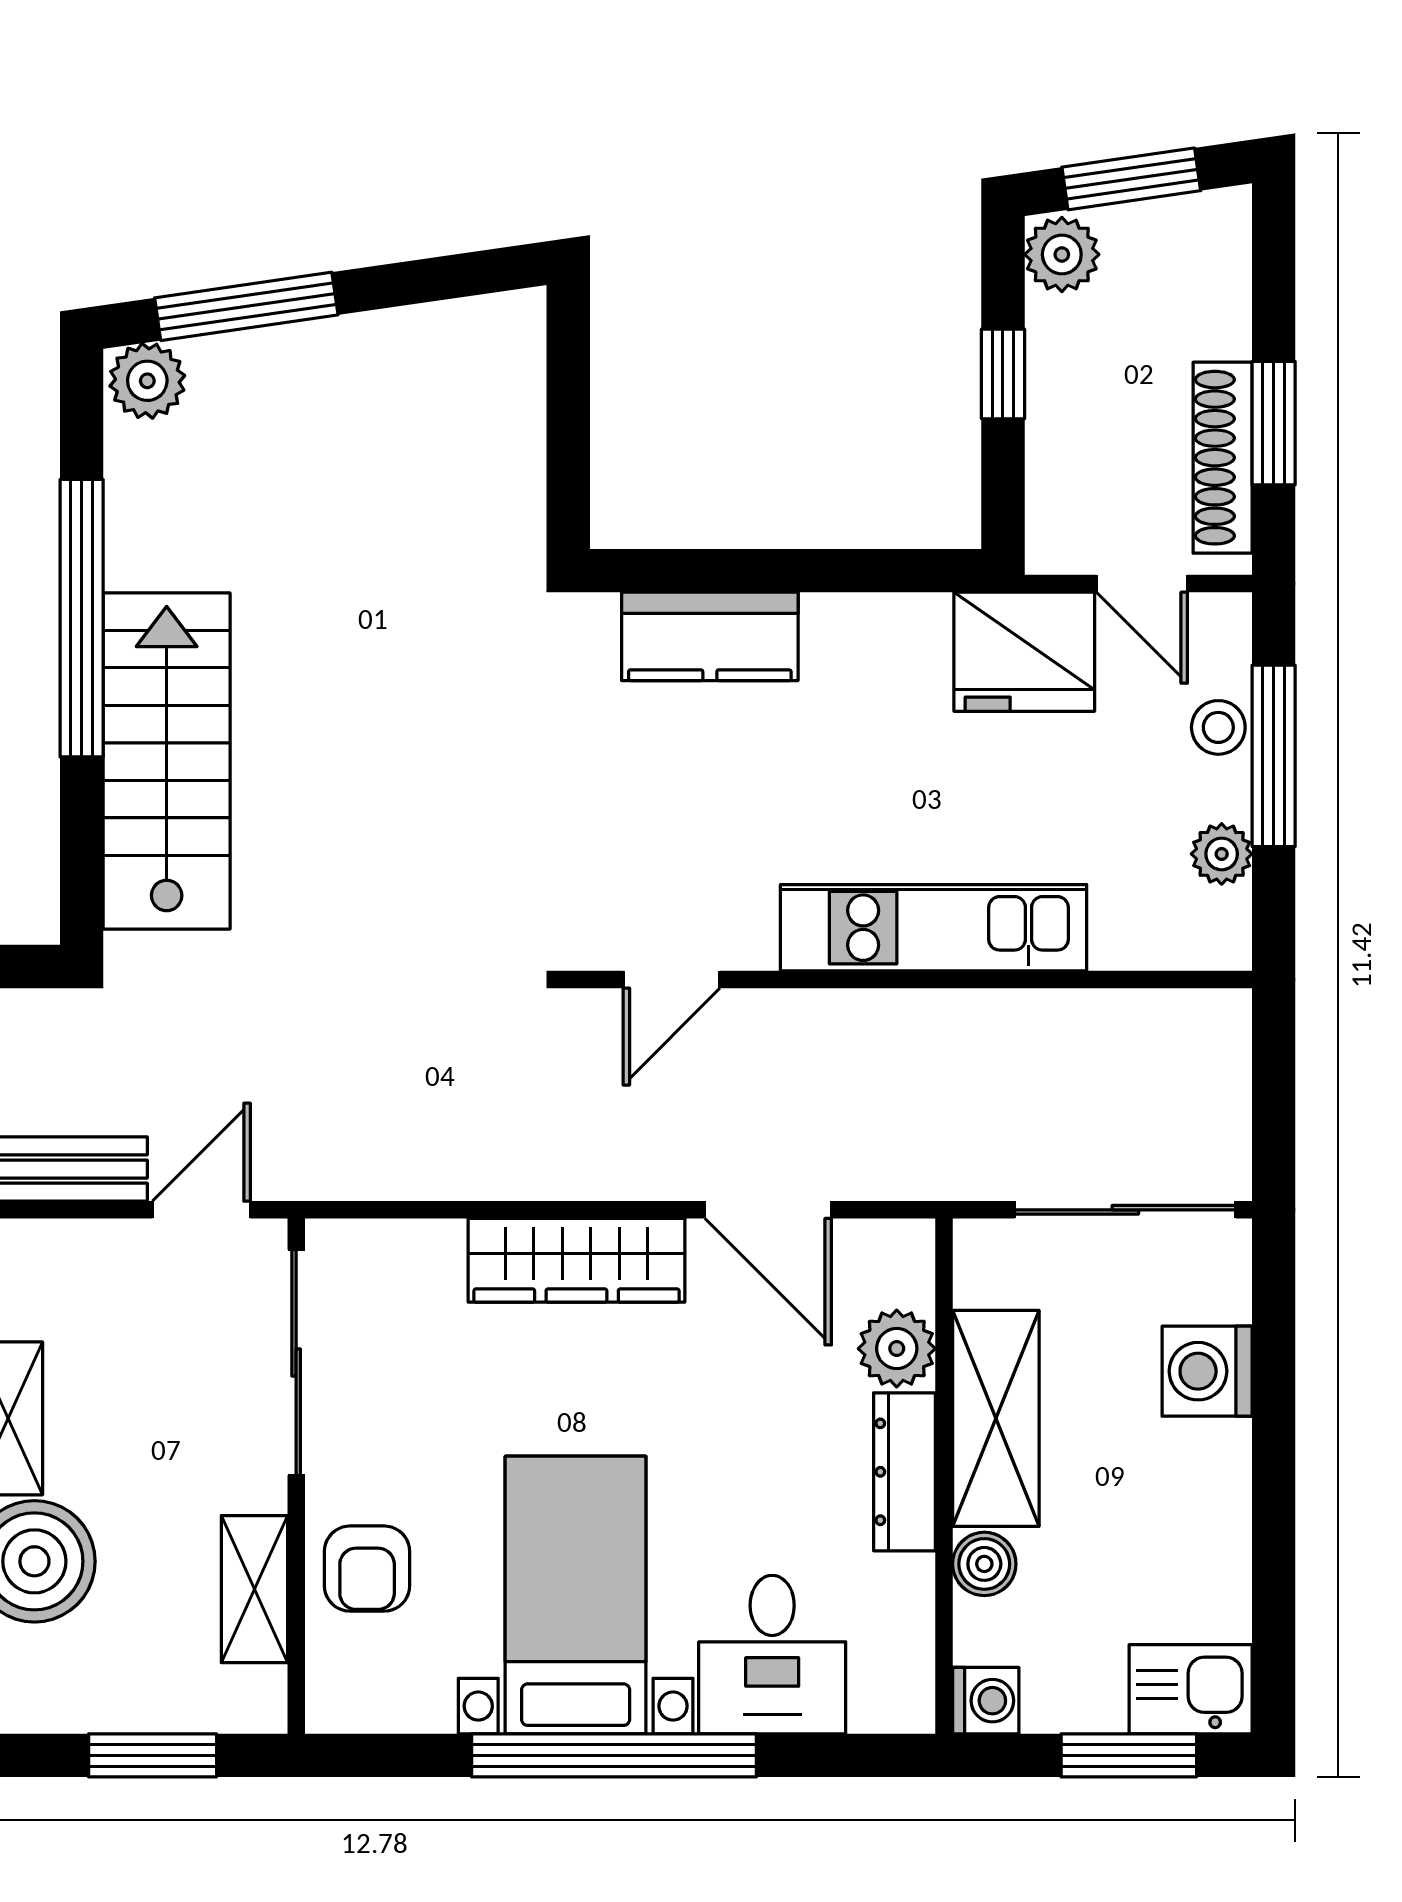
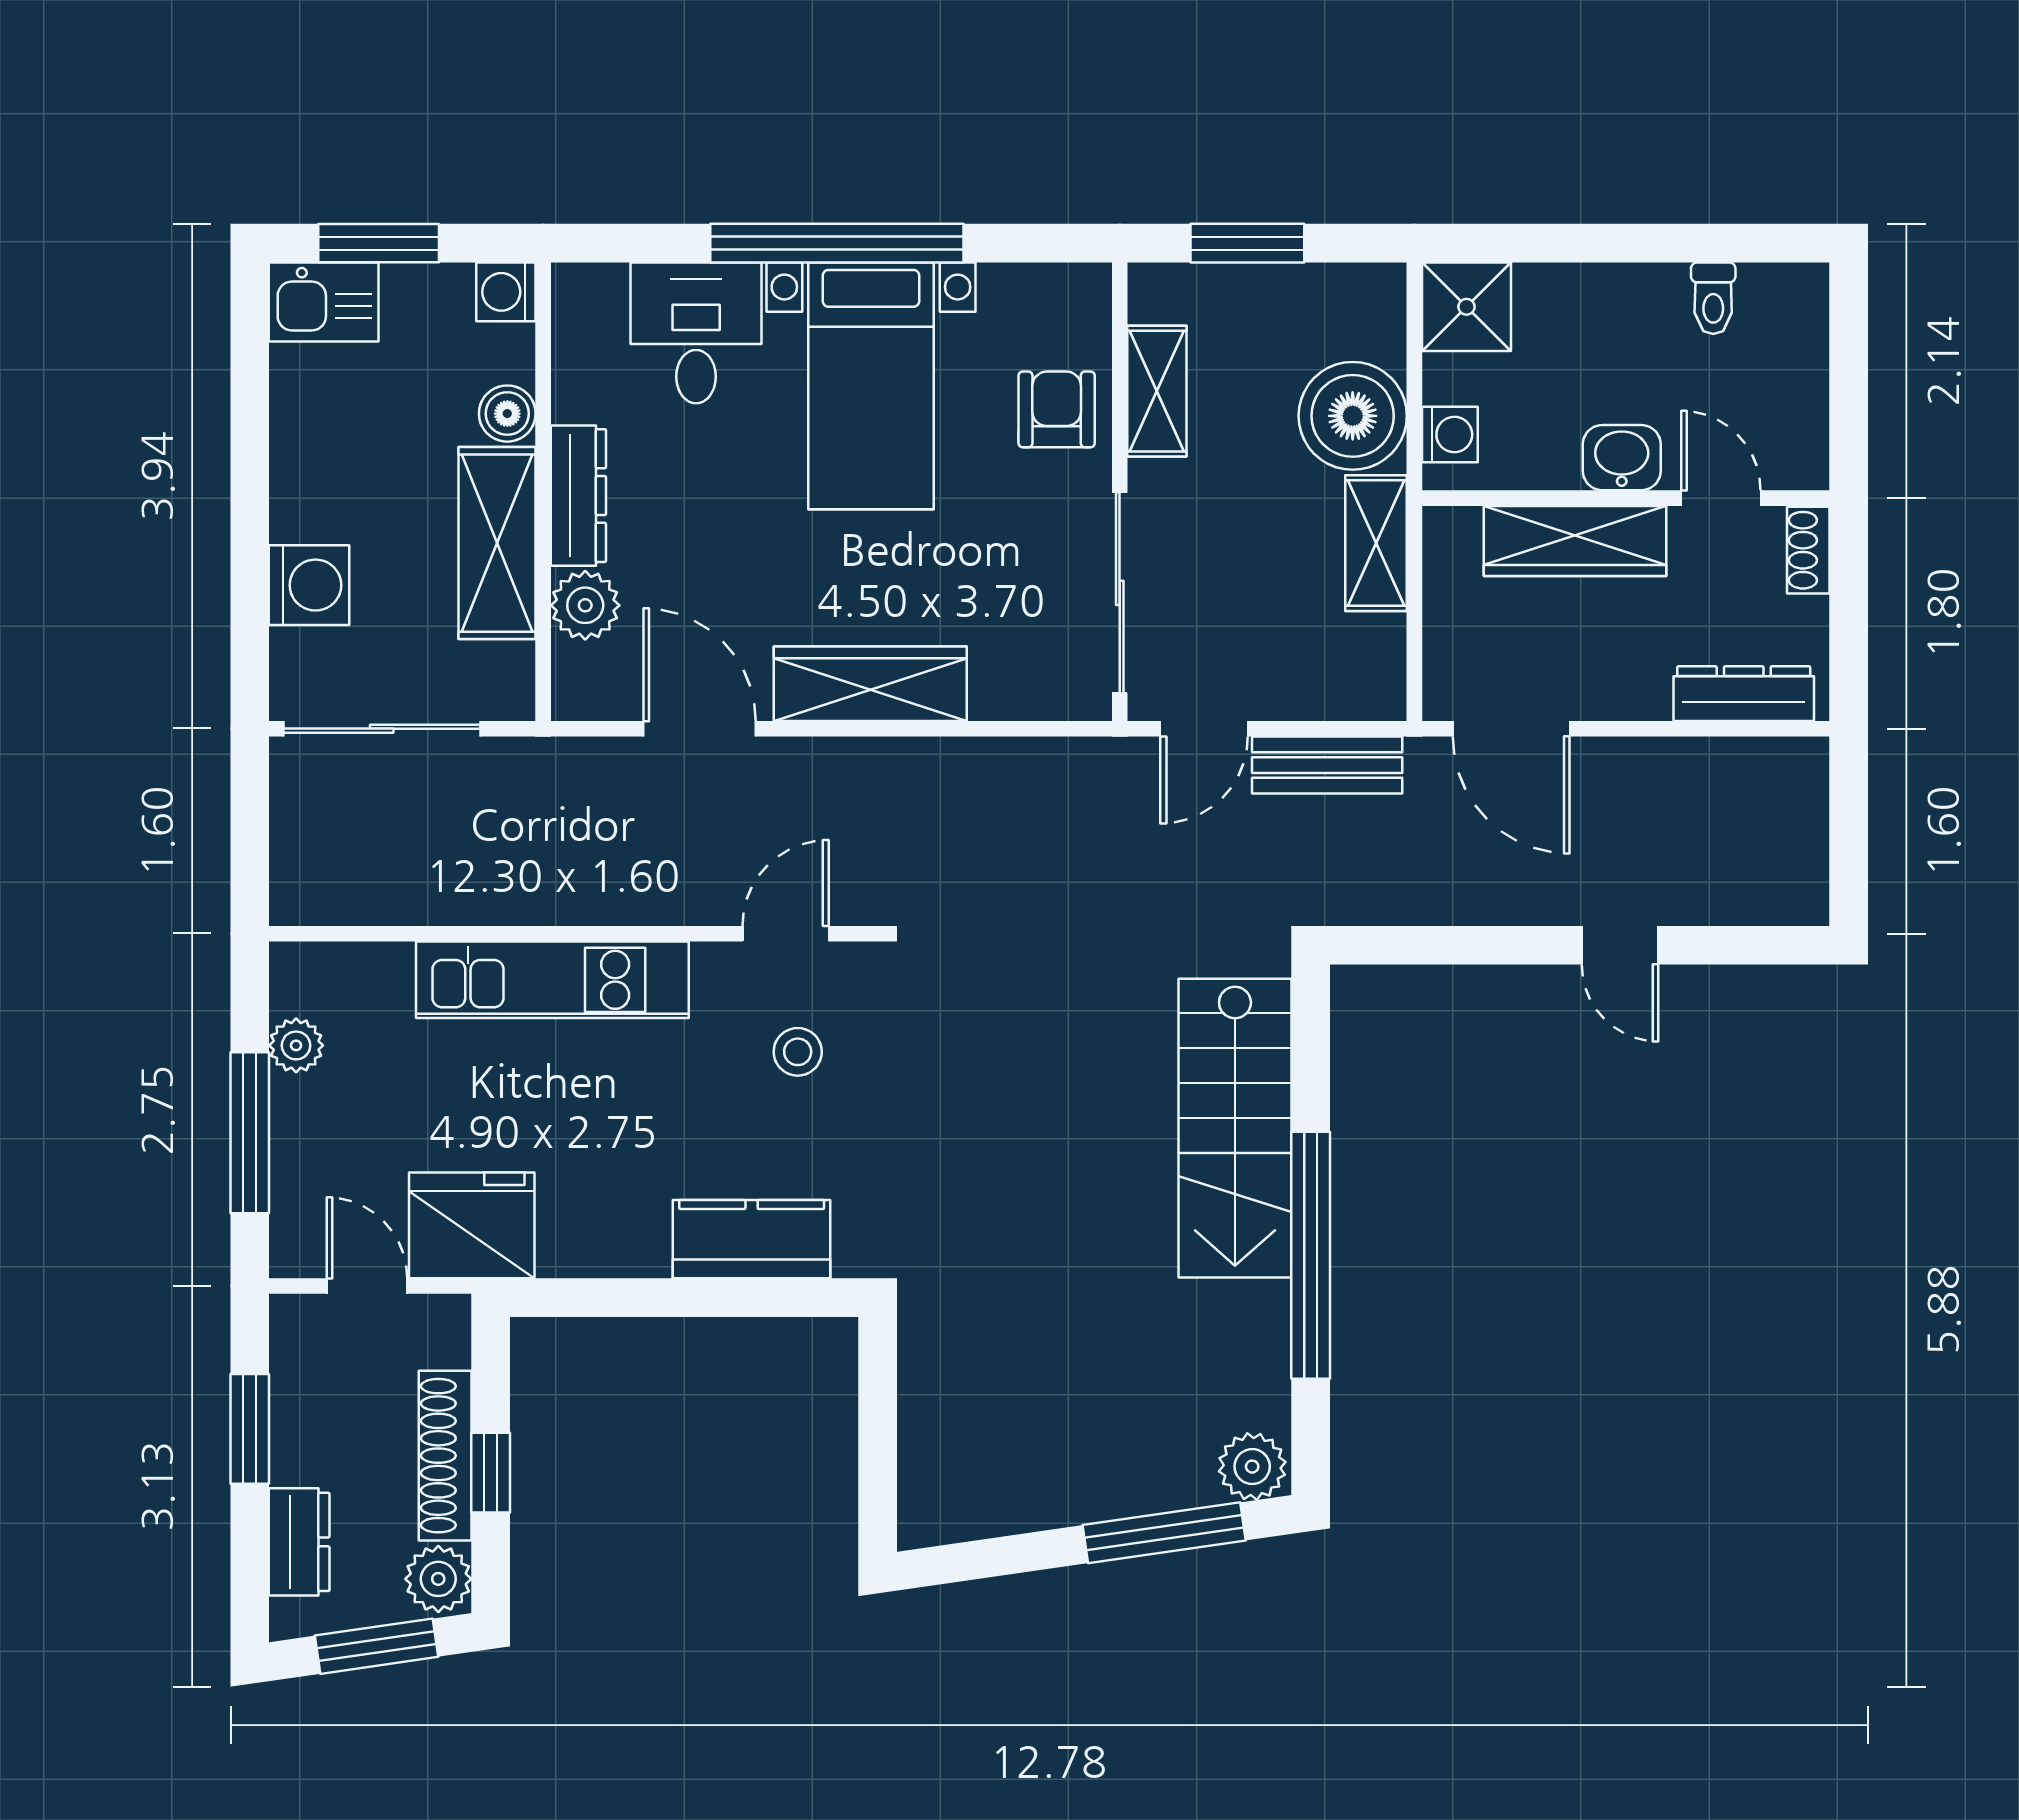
dresser: (1218, 296) -> (299, 1542), added
shoe rack: (1223, 458) -> (445, 1456), moved, turned 180
stool: (1218, 727) -> (798, 1052), moved

